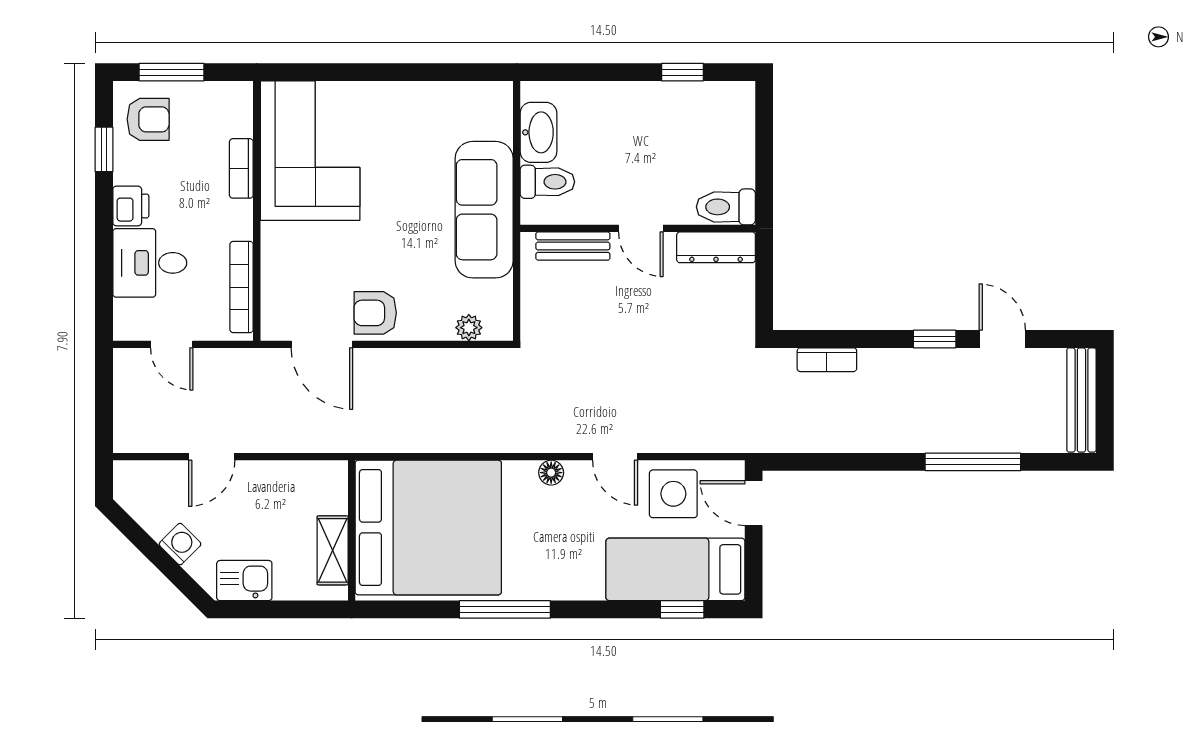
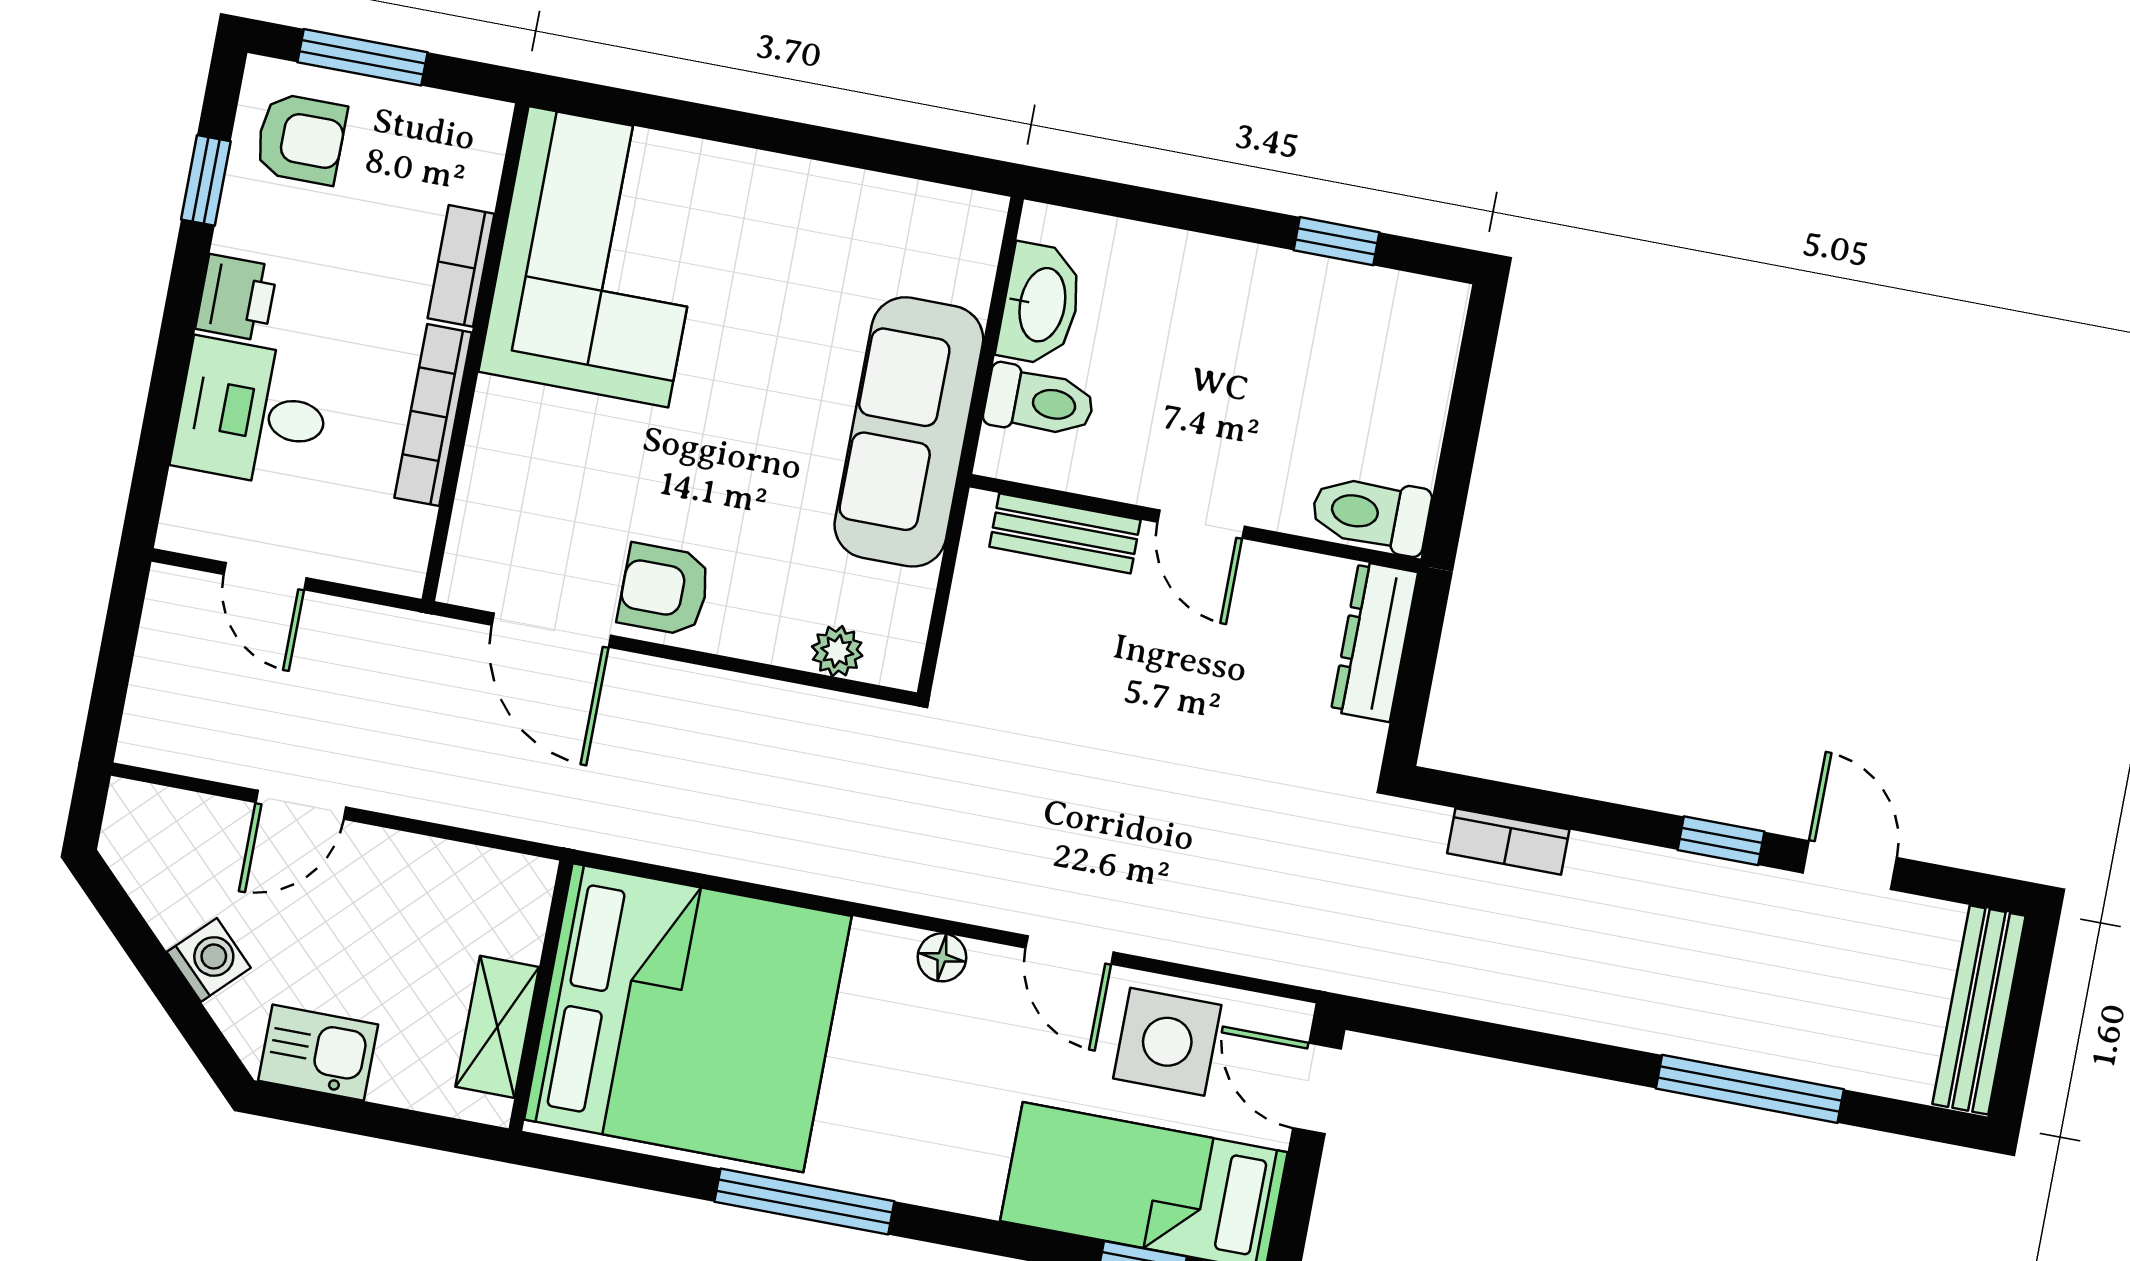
dresser: (716, 247) -> (1374, 642), moved, turned 90
bookcase: (242, 287) -> (433, 415), moved

